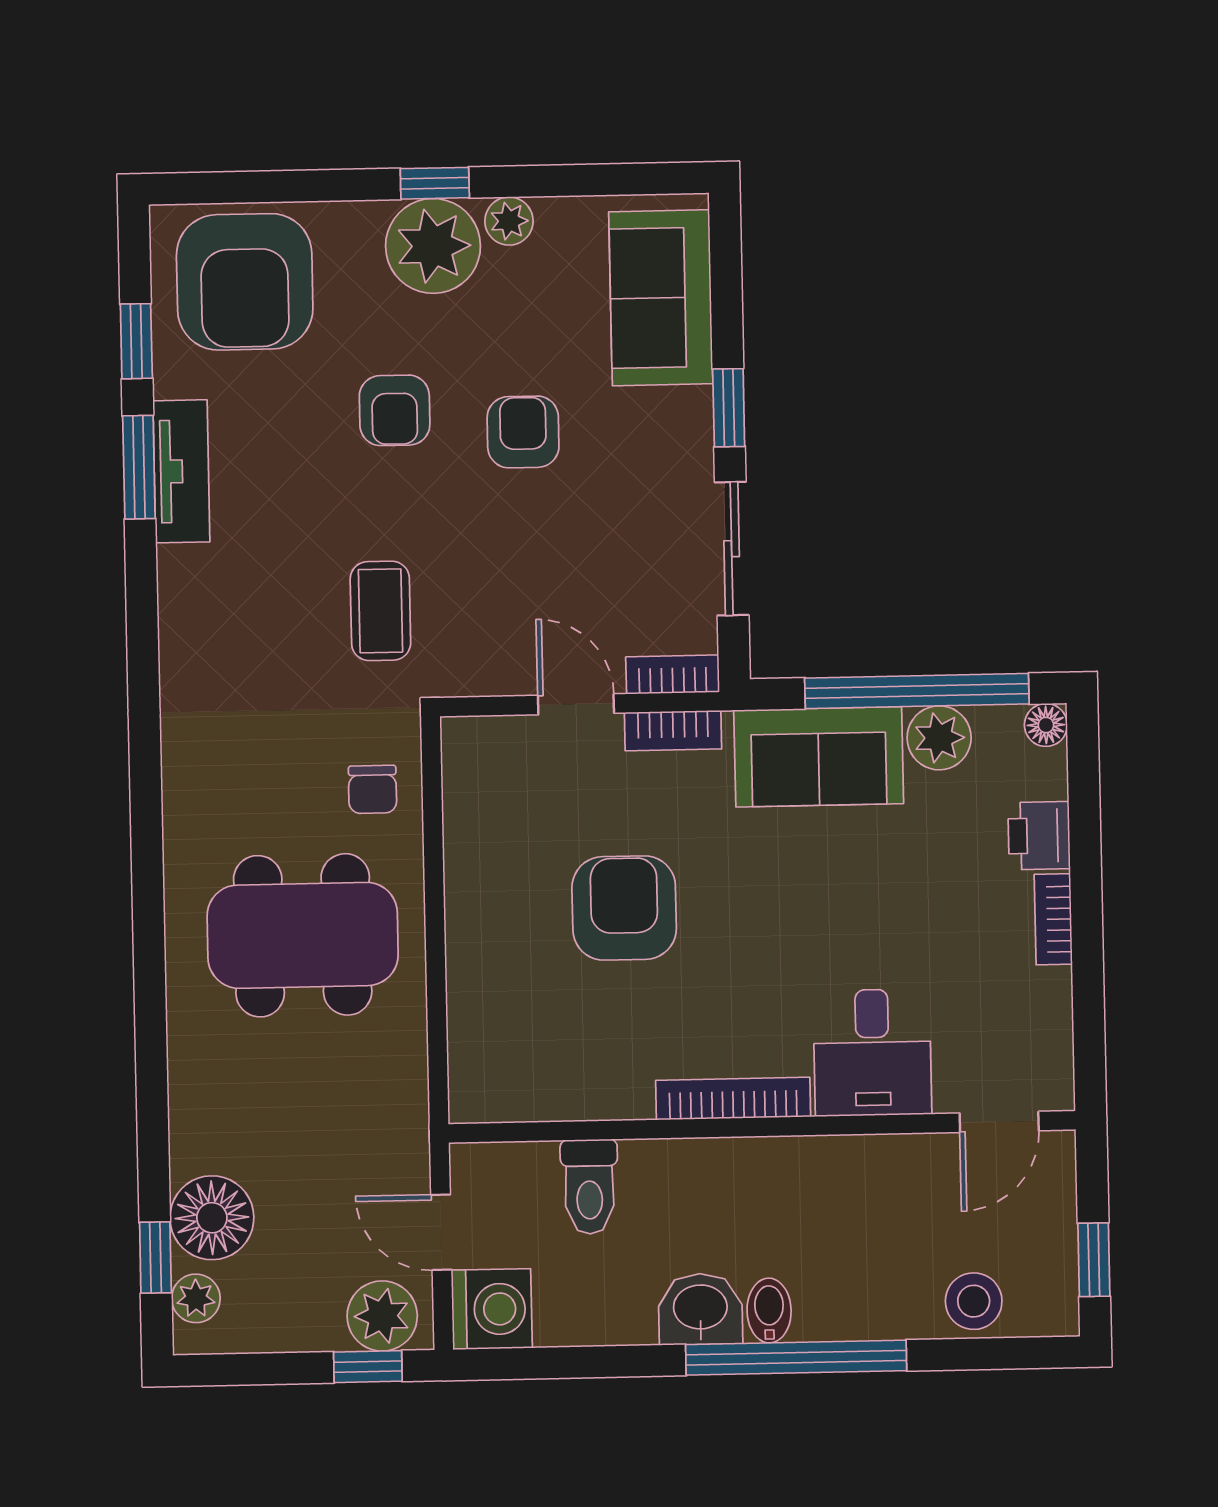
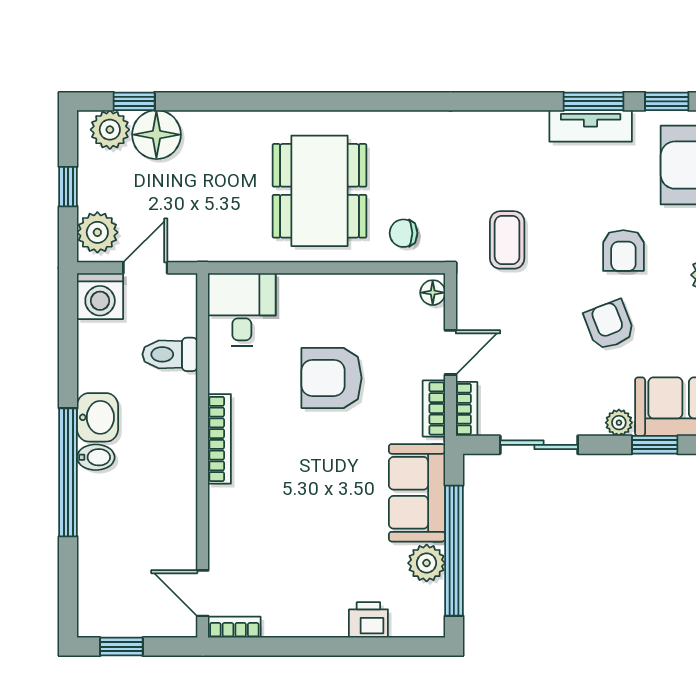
window: (729, 408) -> (655, 445), moved
armchair: (395, 410) -> (623, 251), turned -90
plant: (691, 412) -> (619, 423), added
armchair: (523, 432) -> (609, 325), turned -111
coffee table: (380, 611) -> (507, 240), turned 90
floor lamp: (1046, 725) -> (433, 293), moved
armchair: (624, 908) -> (331, 378), turned 180
bookcase: (1053, 919) -> (234, 627), moved
desk: (872, 1053) -> (242, 310), moved, turned 90
plant: (196, 1298) -> (110, 130), width x1.38, depth x1.38
stool: (974, 1301) -> (99, 576), removed
window: (368, 1367) -> (68, 187), moved

